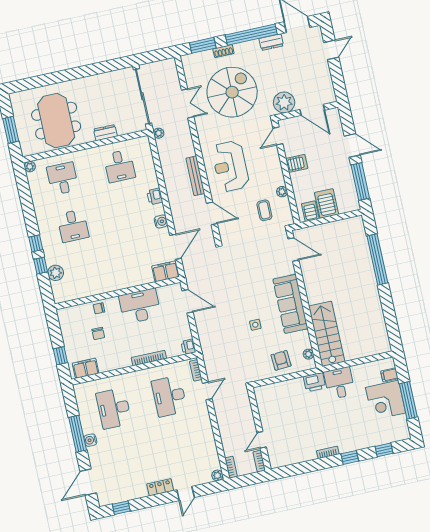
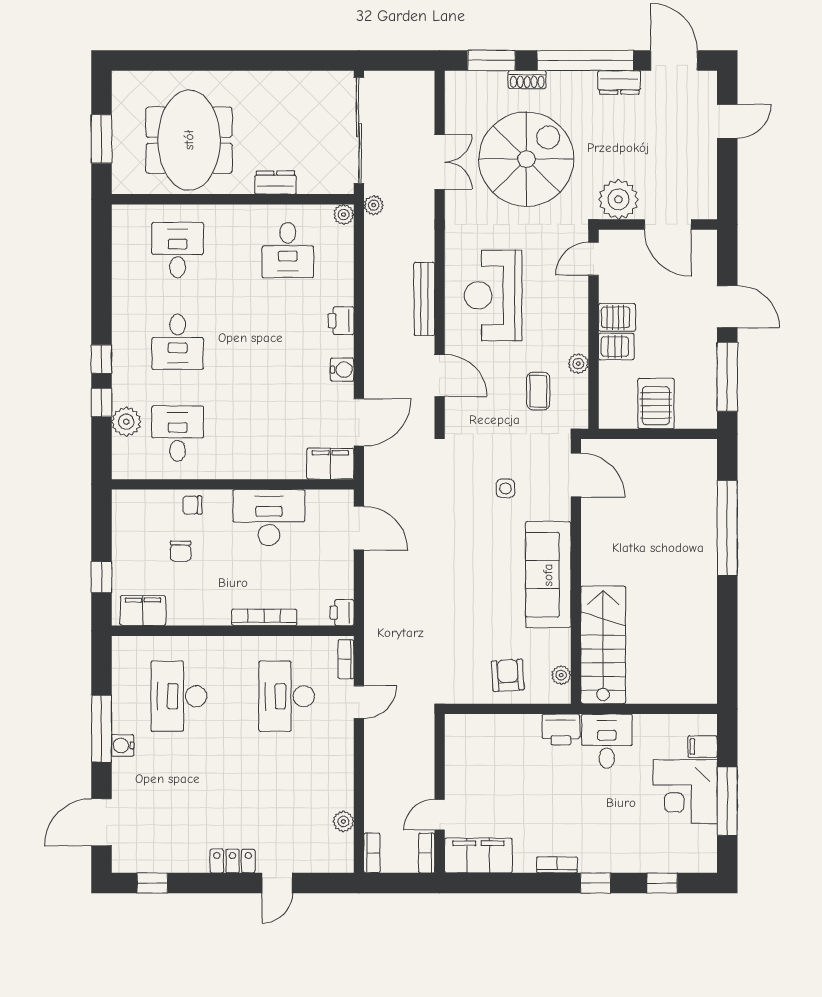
plant: (30, 167) -> (344, 215), moved
server rack: (310, 211) -> (616, 347), moved, turned 90
desk: (83, 273) -> (178, 434), added
side table: (255, 325) -> (506, 488), moved
filing cabinet: (286, 456) -> (478, 855), added
plant: (217, 475) -> (343, 821), moved

